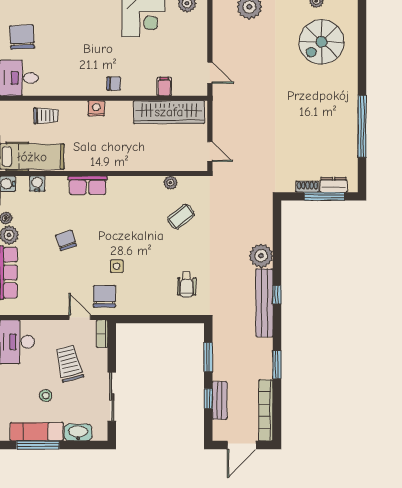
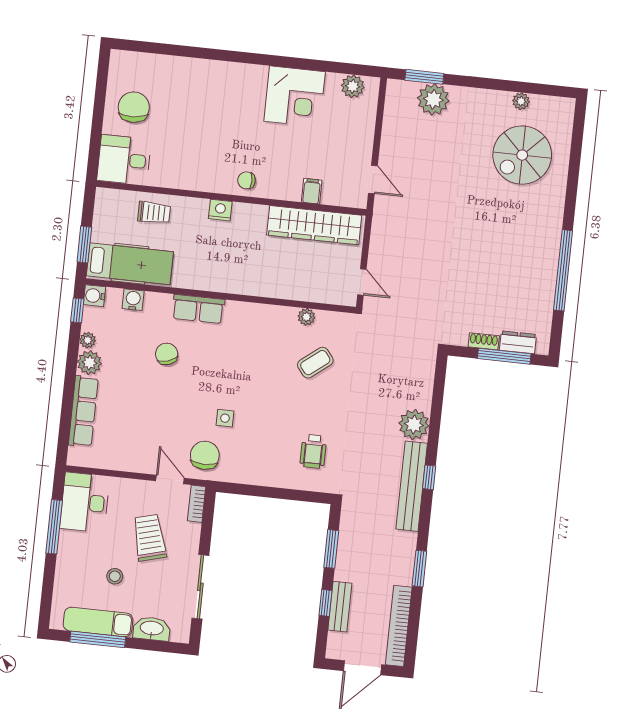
chair: (114, 84) -> (247, 180), turned 180
chair: (66, 240) -> (167, 354), moved

